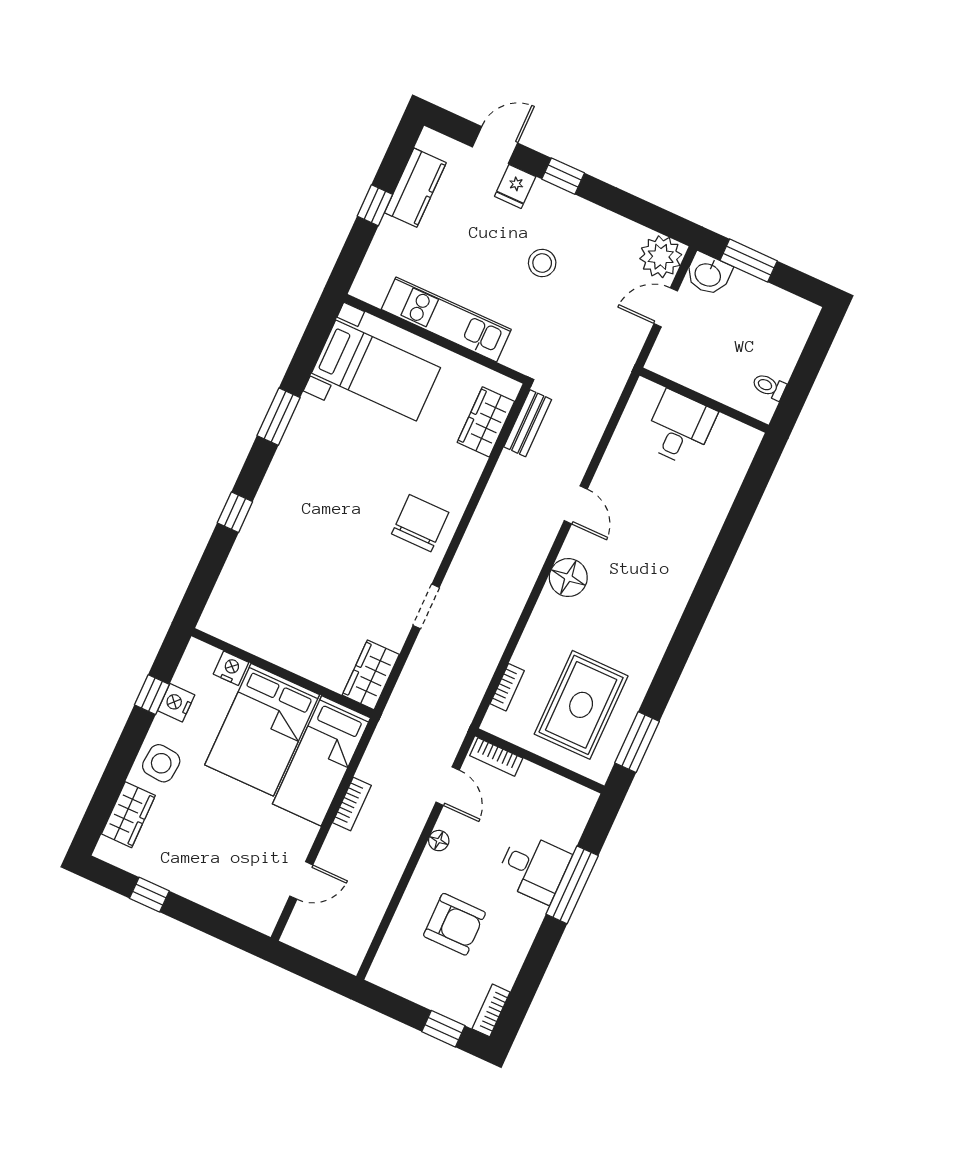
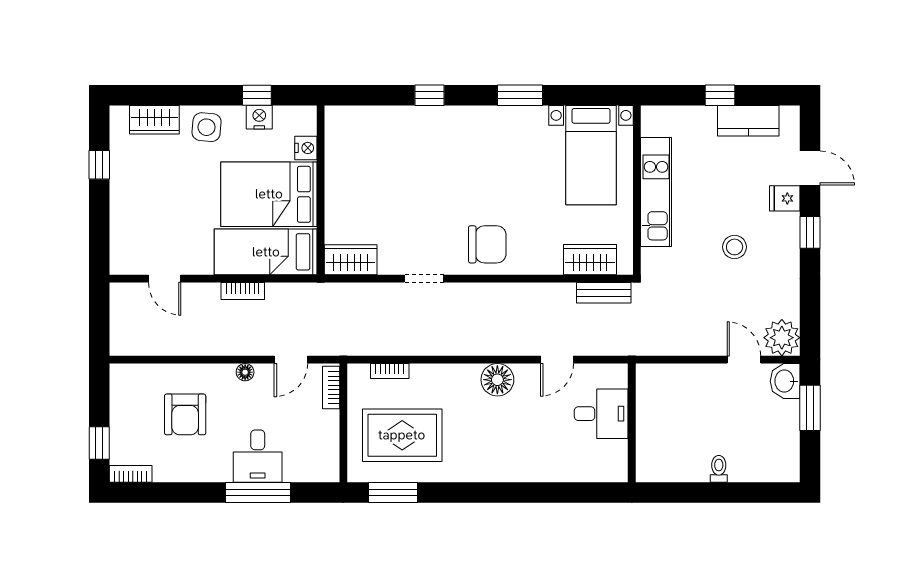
wall: (704, 400) -> (632, 423), moved
desk: (680, 428) -> (601, 414), moved

